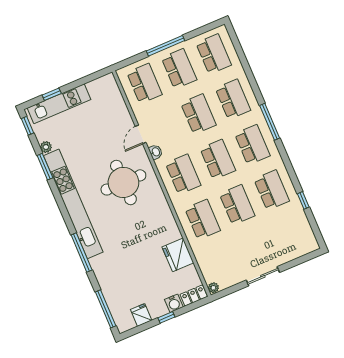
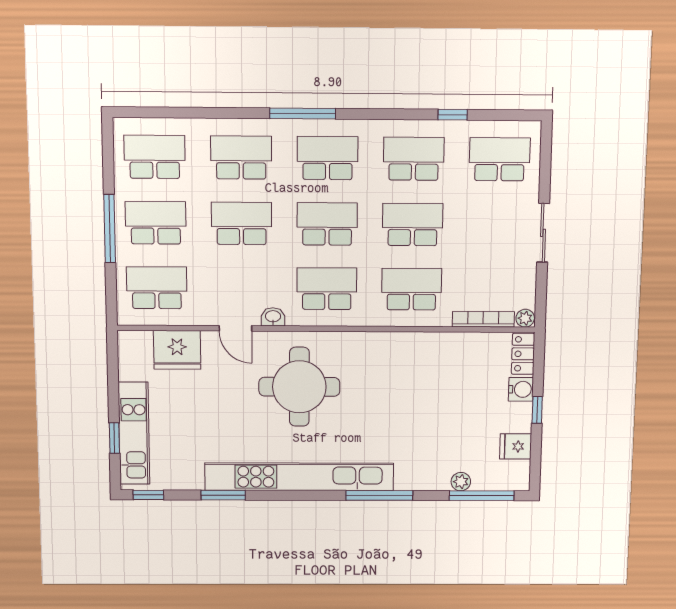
plant: (46, 147) -> (461, 482), moved
school desk: (291, 235) -> (500, 159), added
fridge: (178, 255) -> (177, 350), moved
bookcase: (203, 265) -> (483, 319), added

